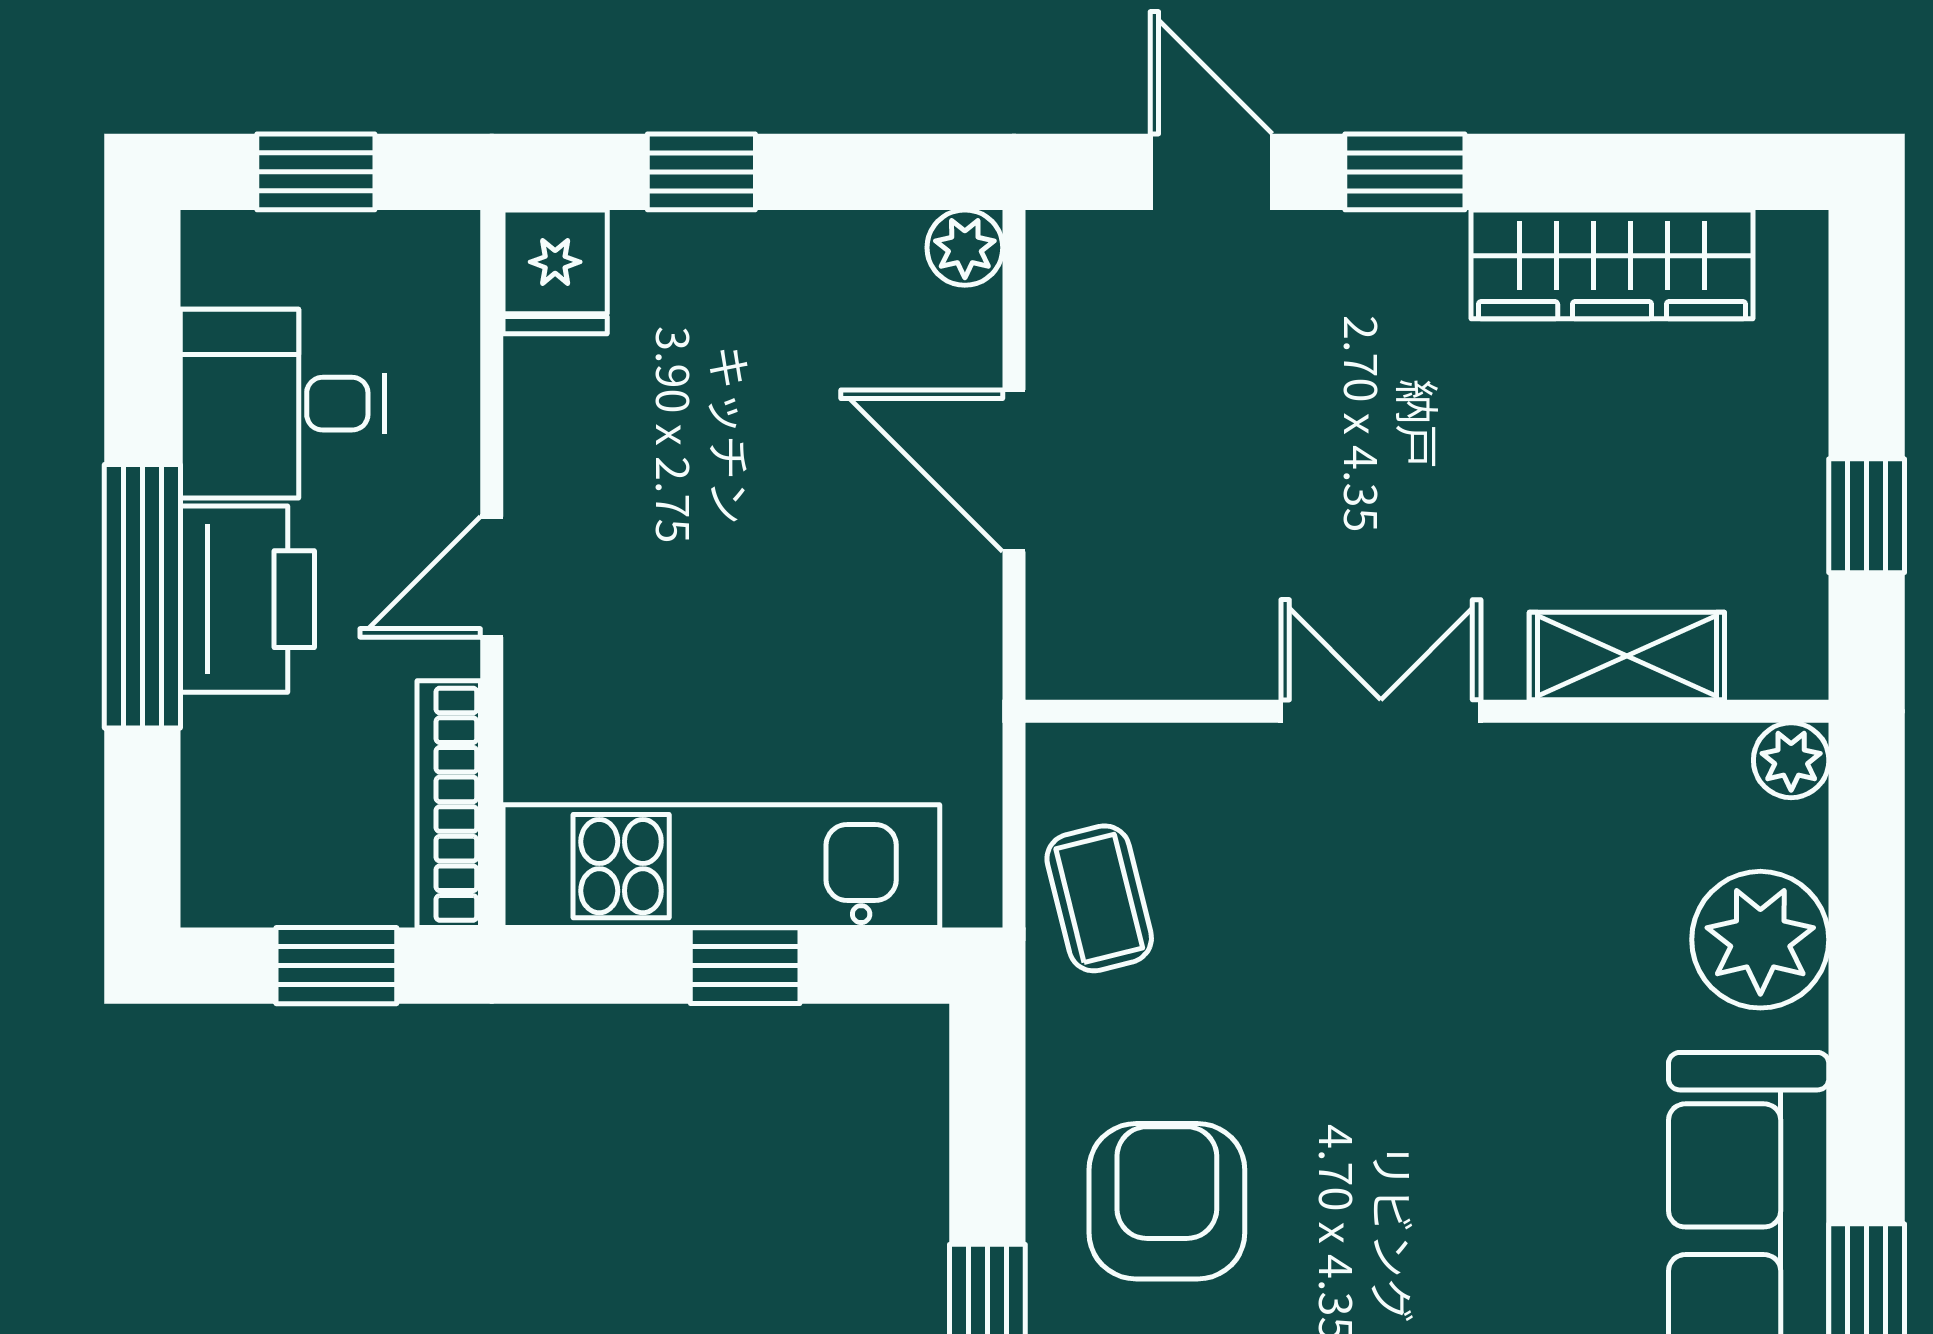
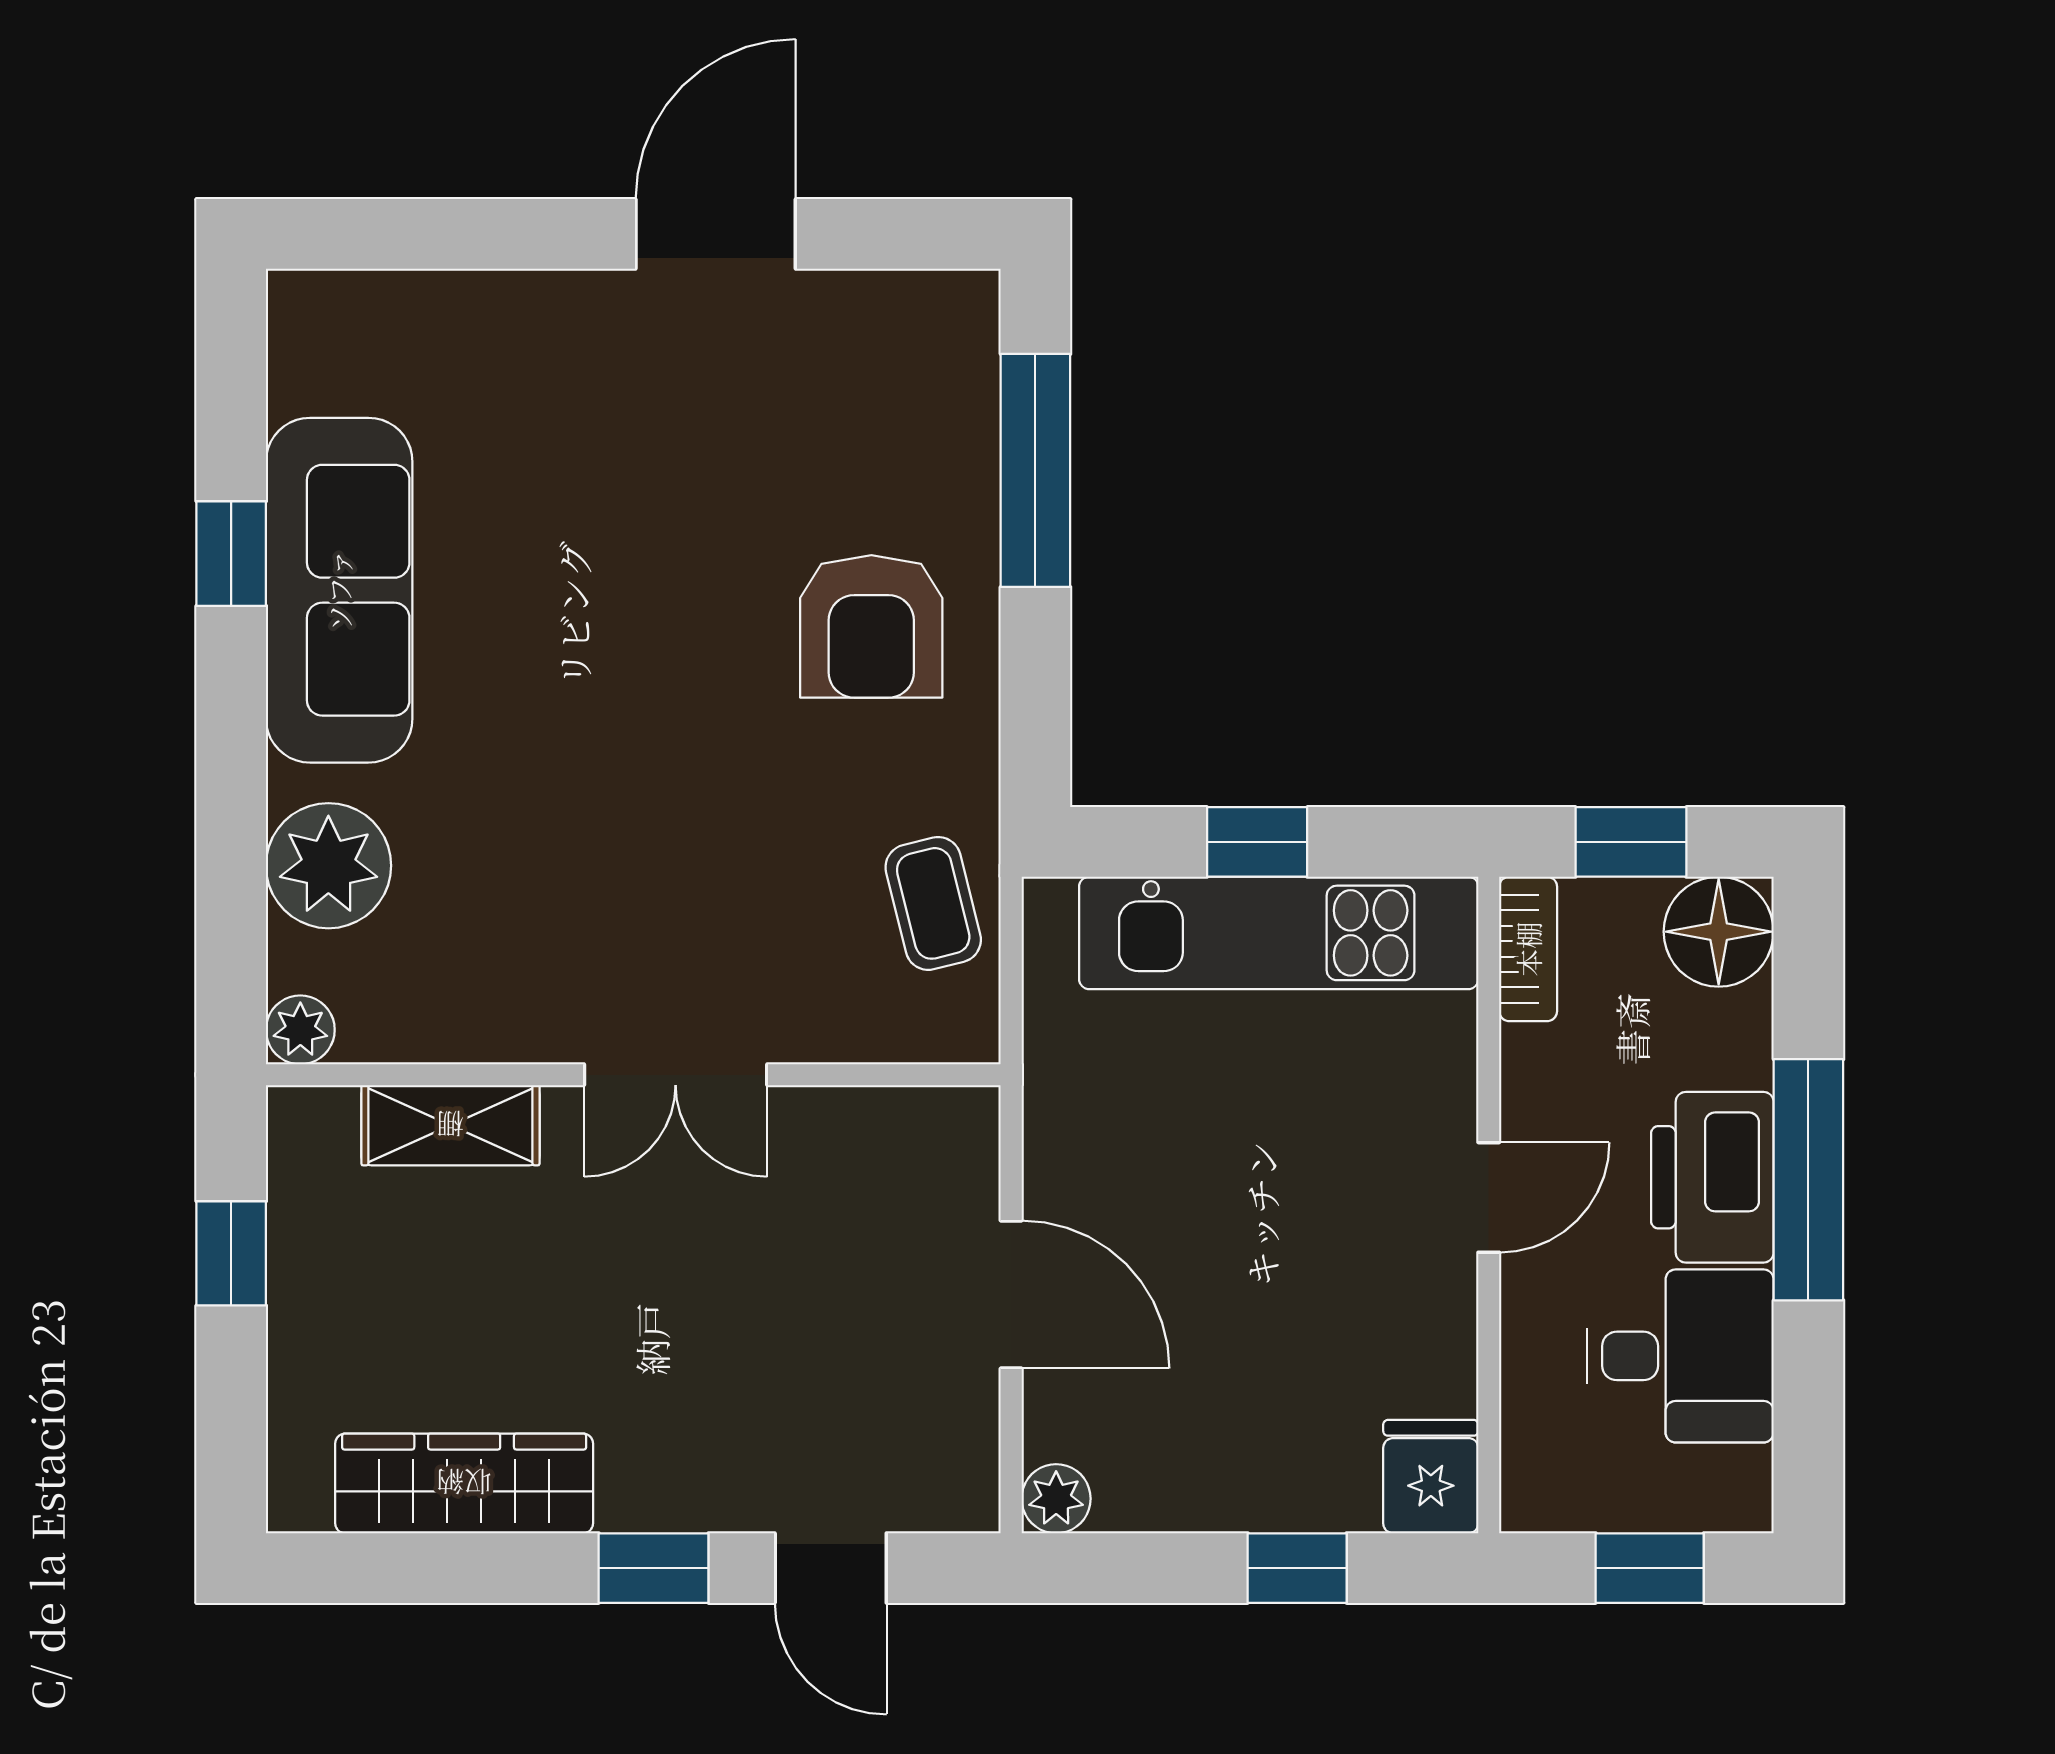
bookcase: (449, 804) -> (1528, 949), width x0.64
floor lamp: (241, 867) -> (1719, 932), added

